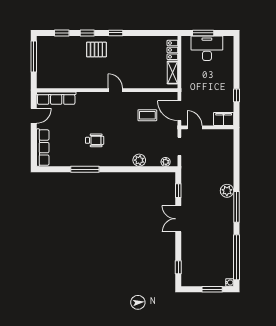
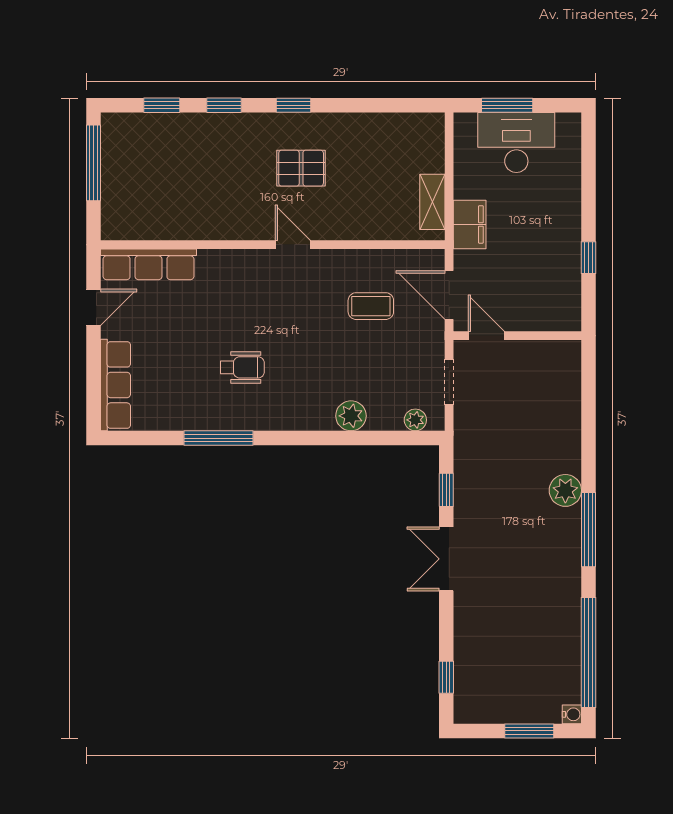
pallet: (96, 49) -> (301, 168), moved
locker: (172, 50) -> (432, 147), removed
filing cabinet: (224, 119) -> (470, 224), moved, turned 90

